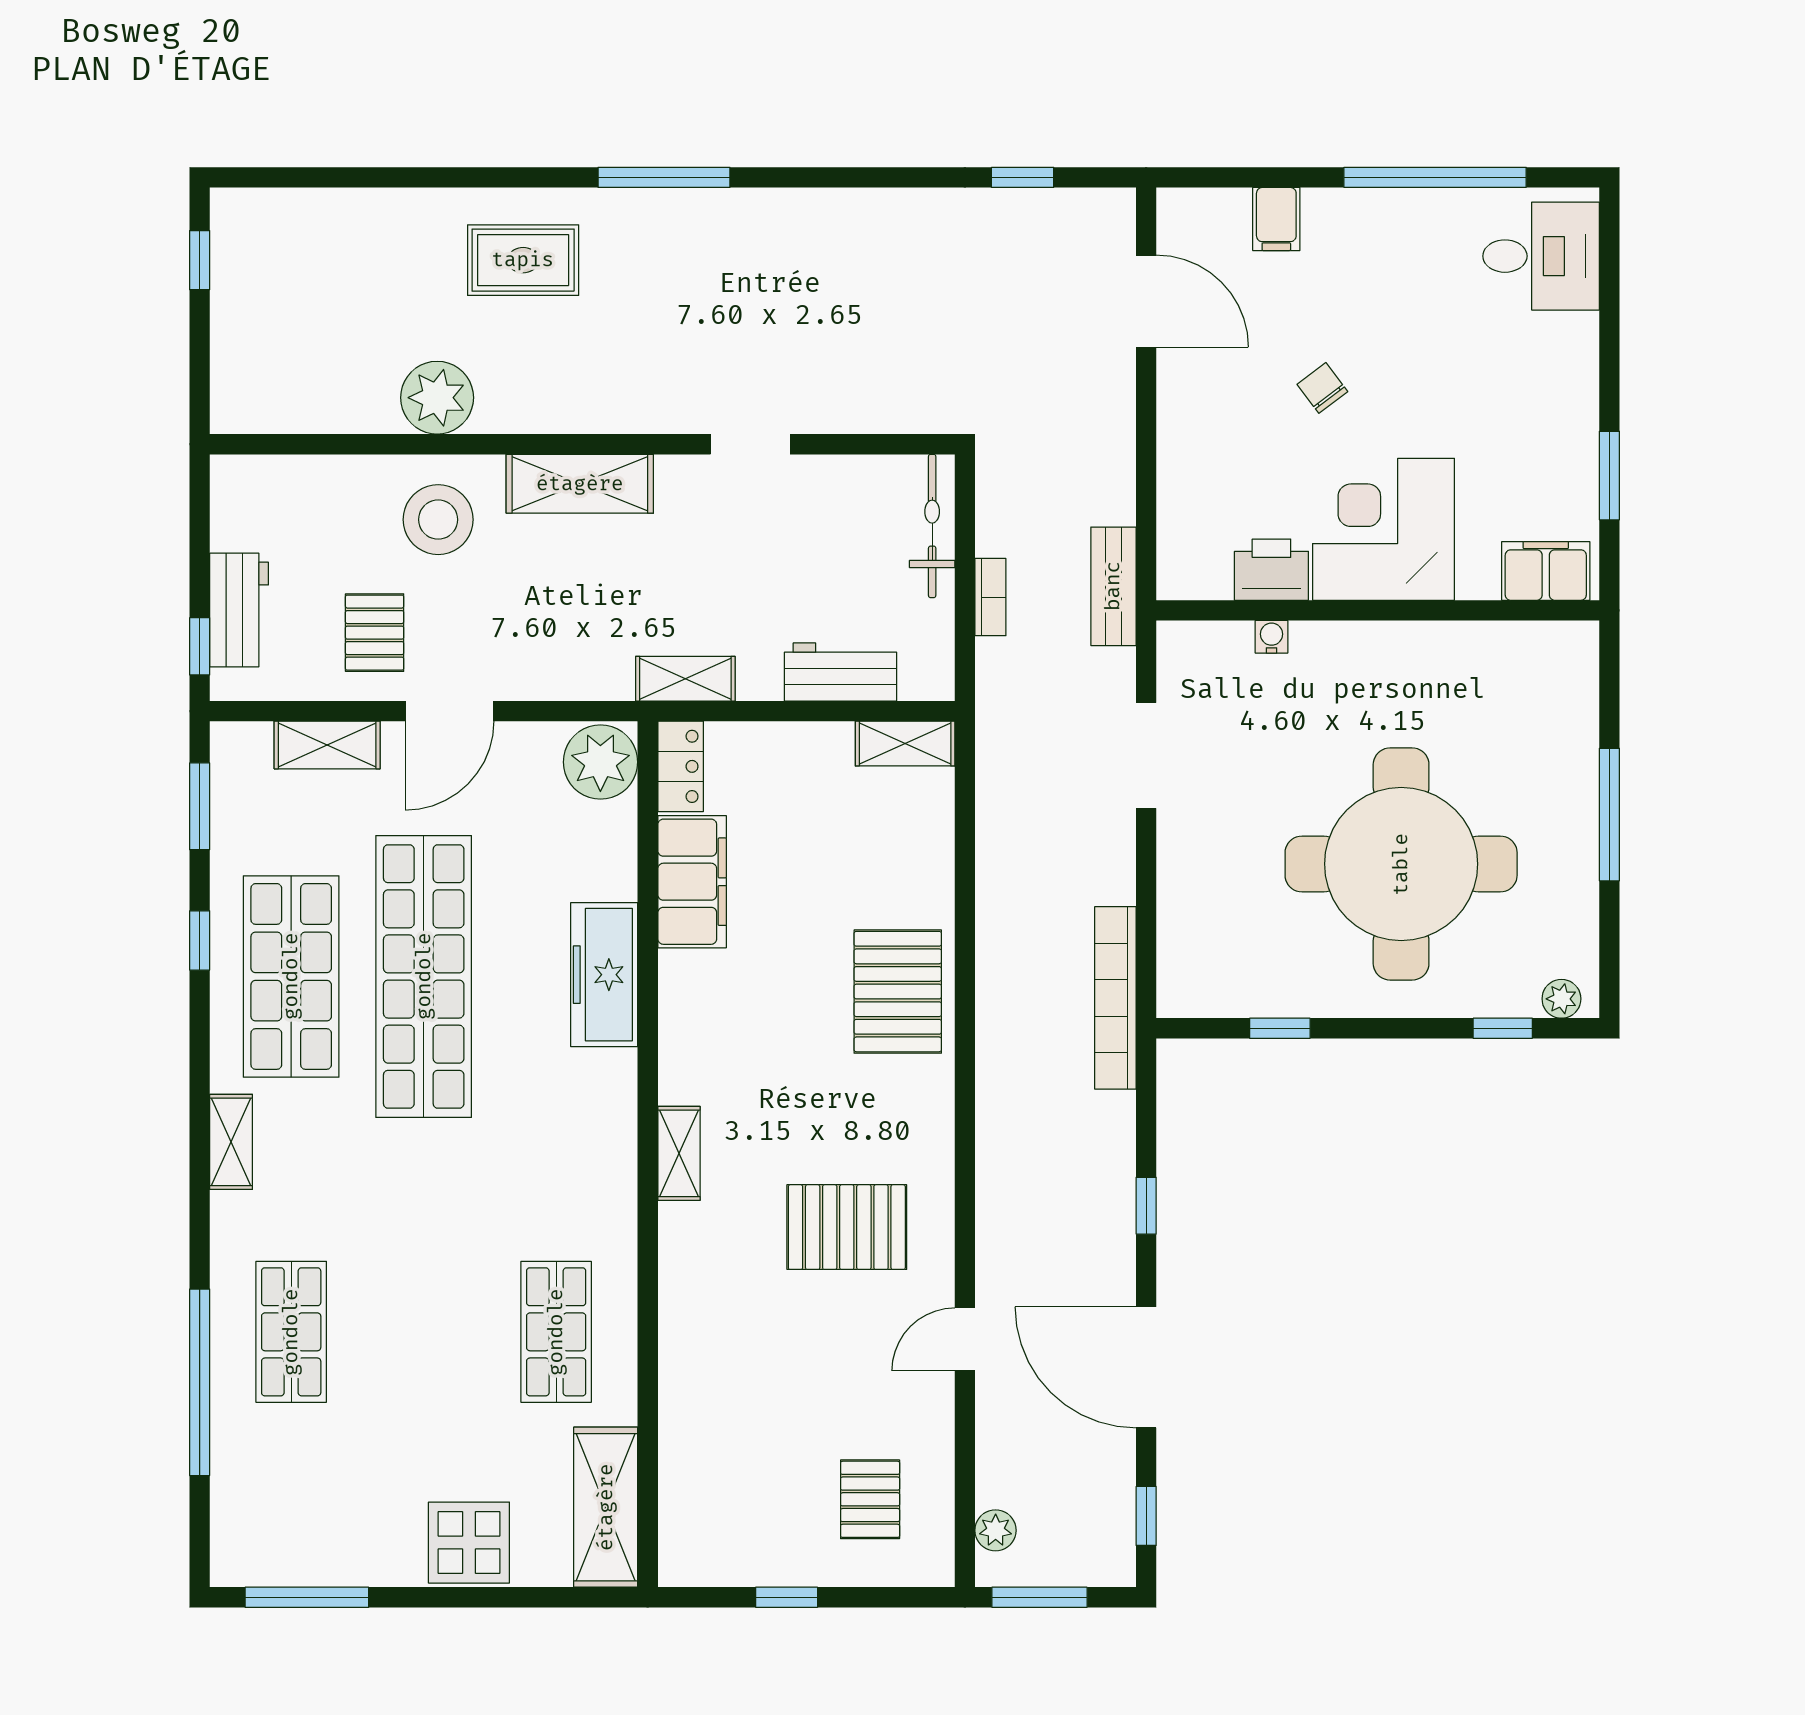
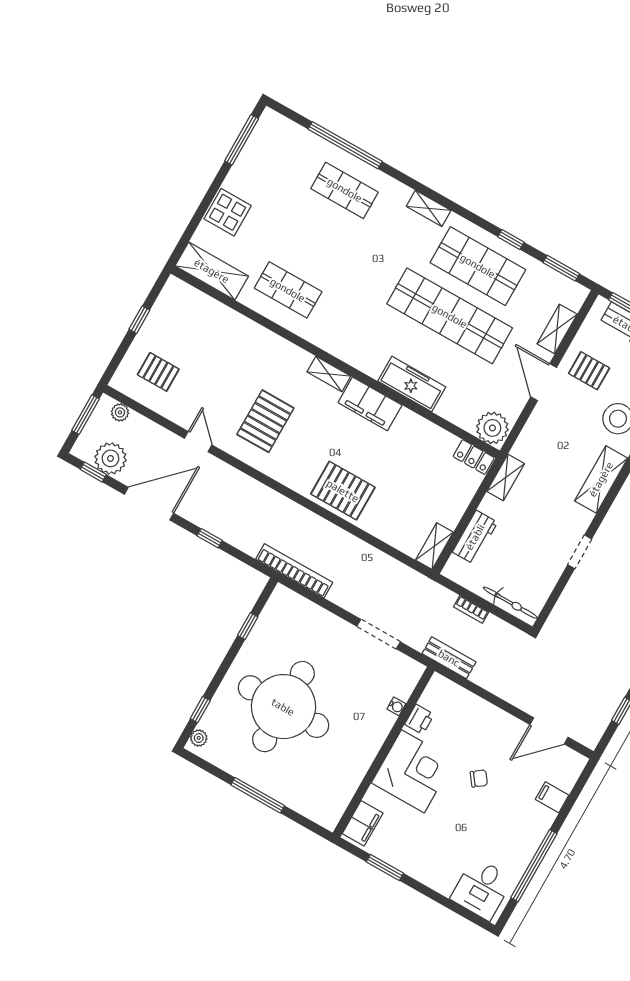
printer: (1271, 570) -> (419, 719), width x0.73, depth x0.81
filing cabinet: (692, 882) -> (370, 404), moved
plant: (1099, 1497) -> (110, 458), added

